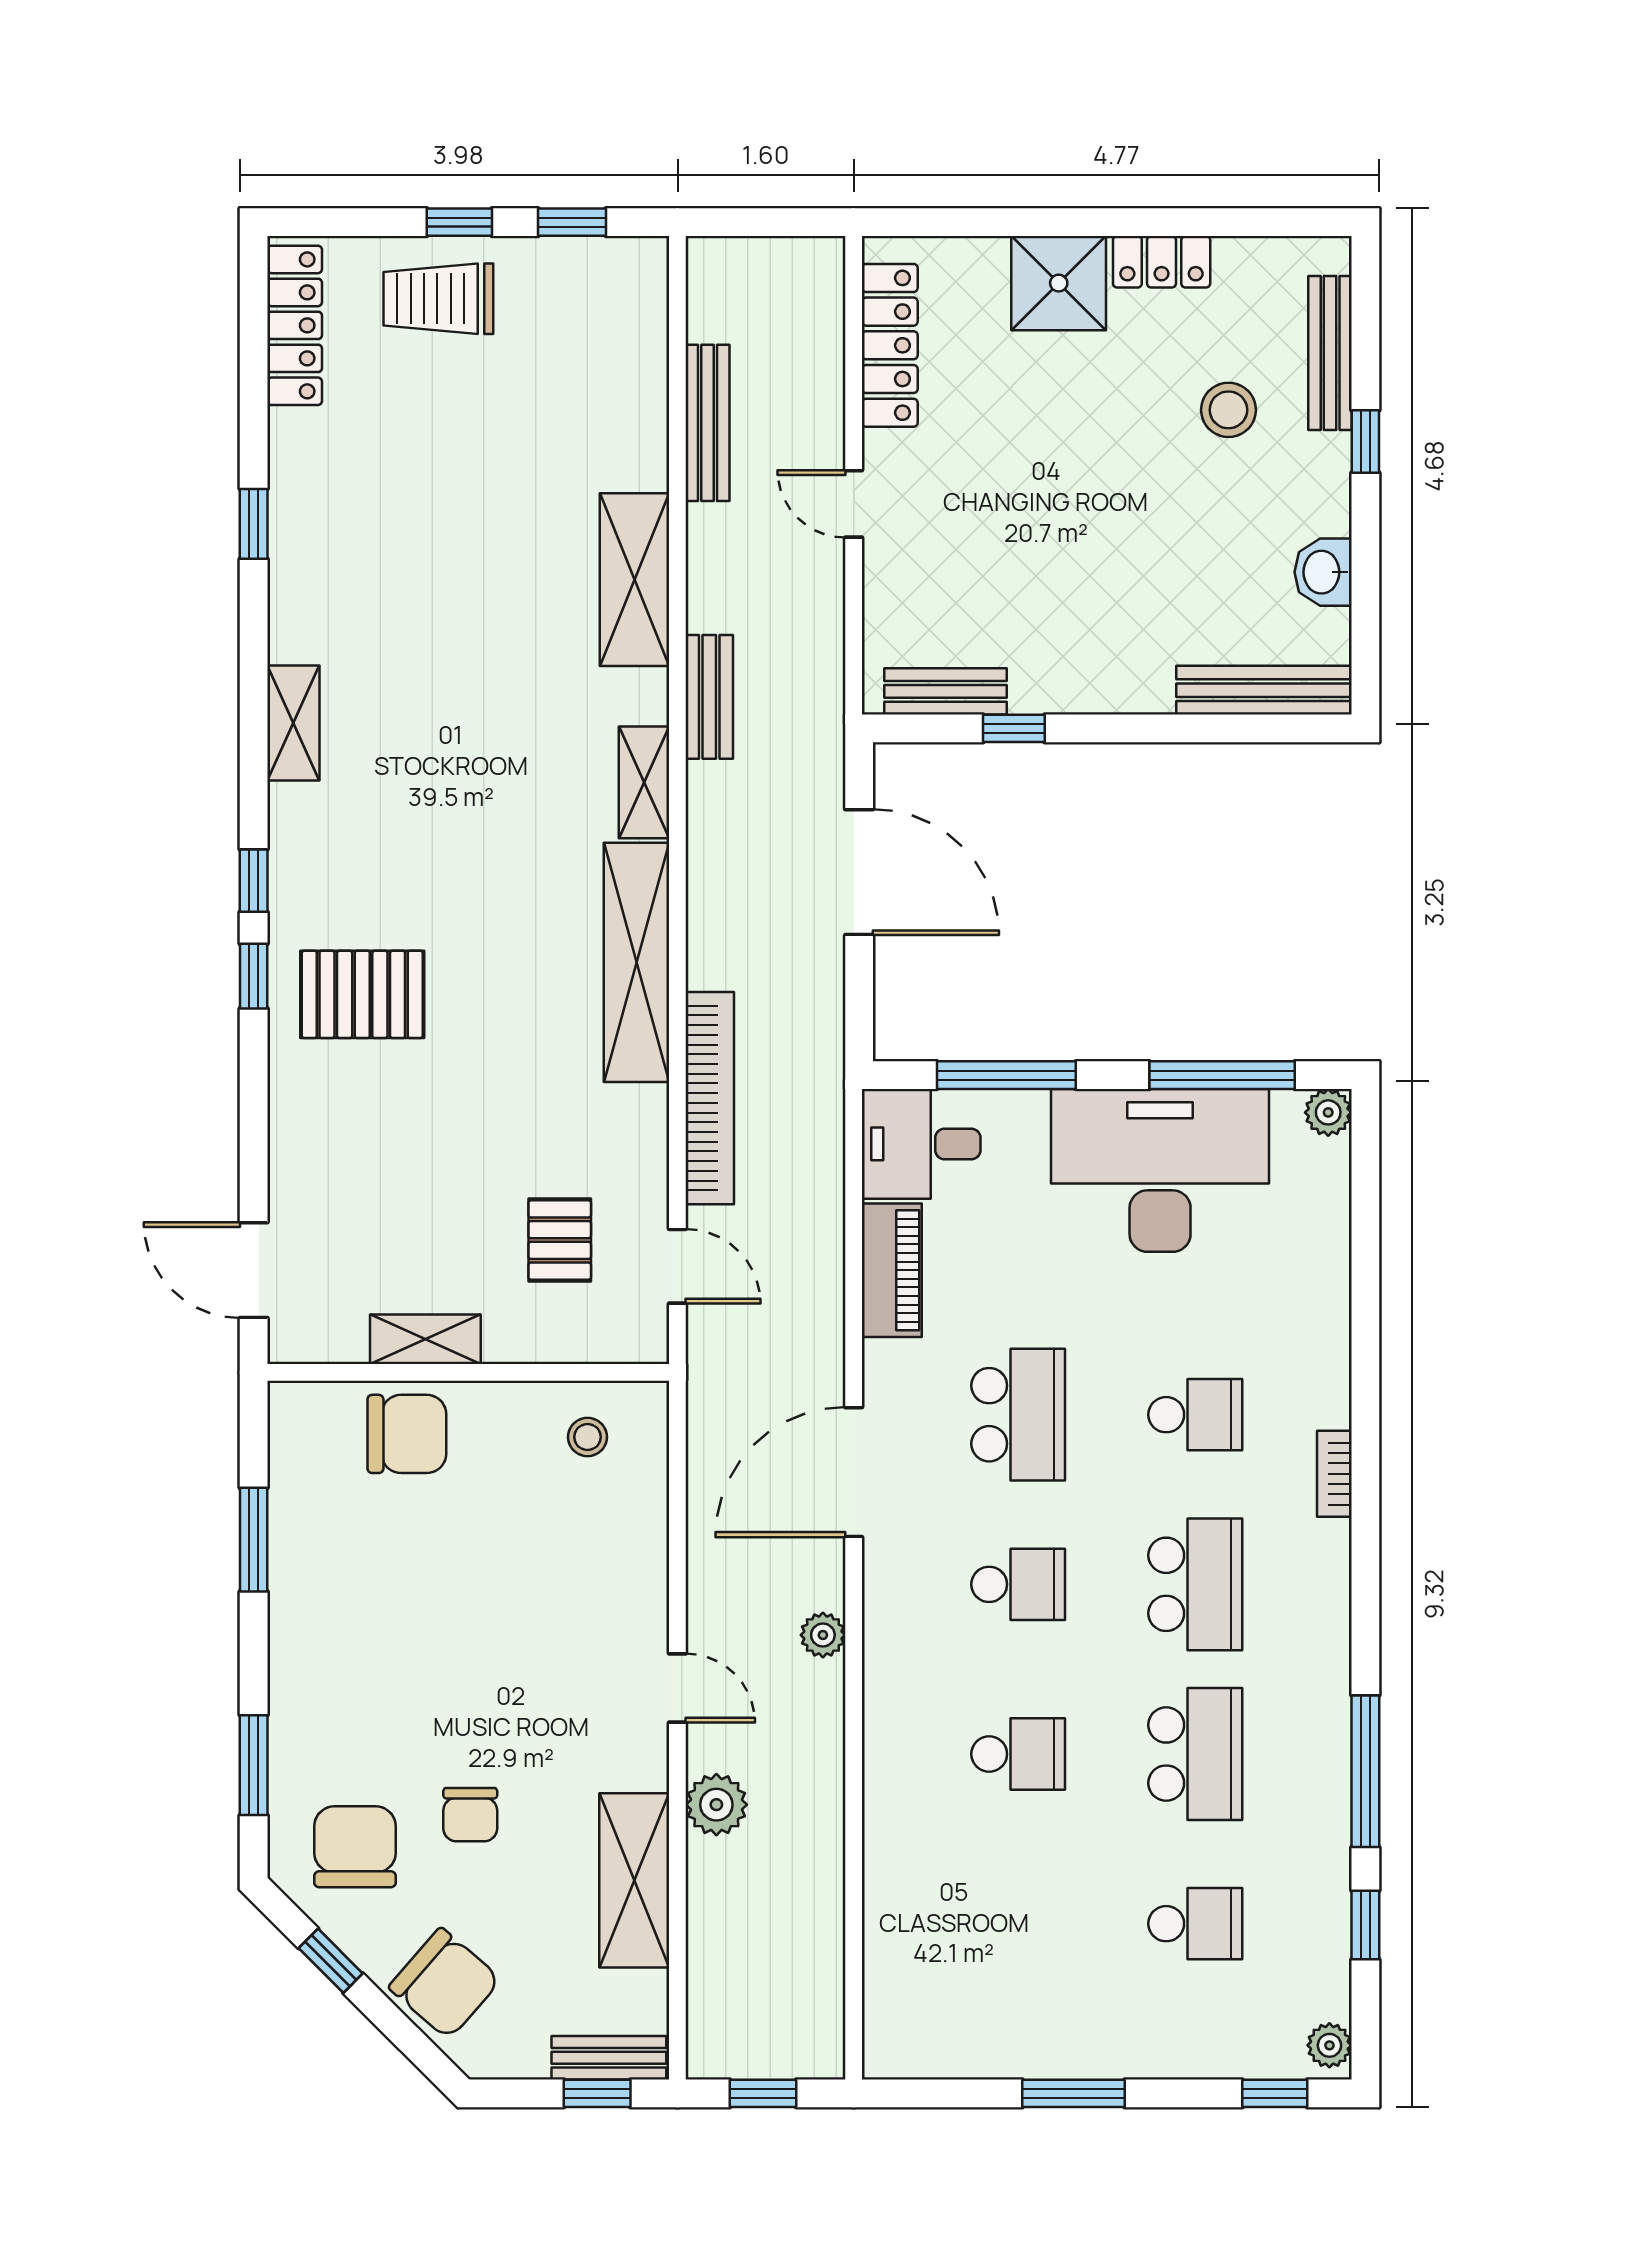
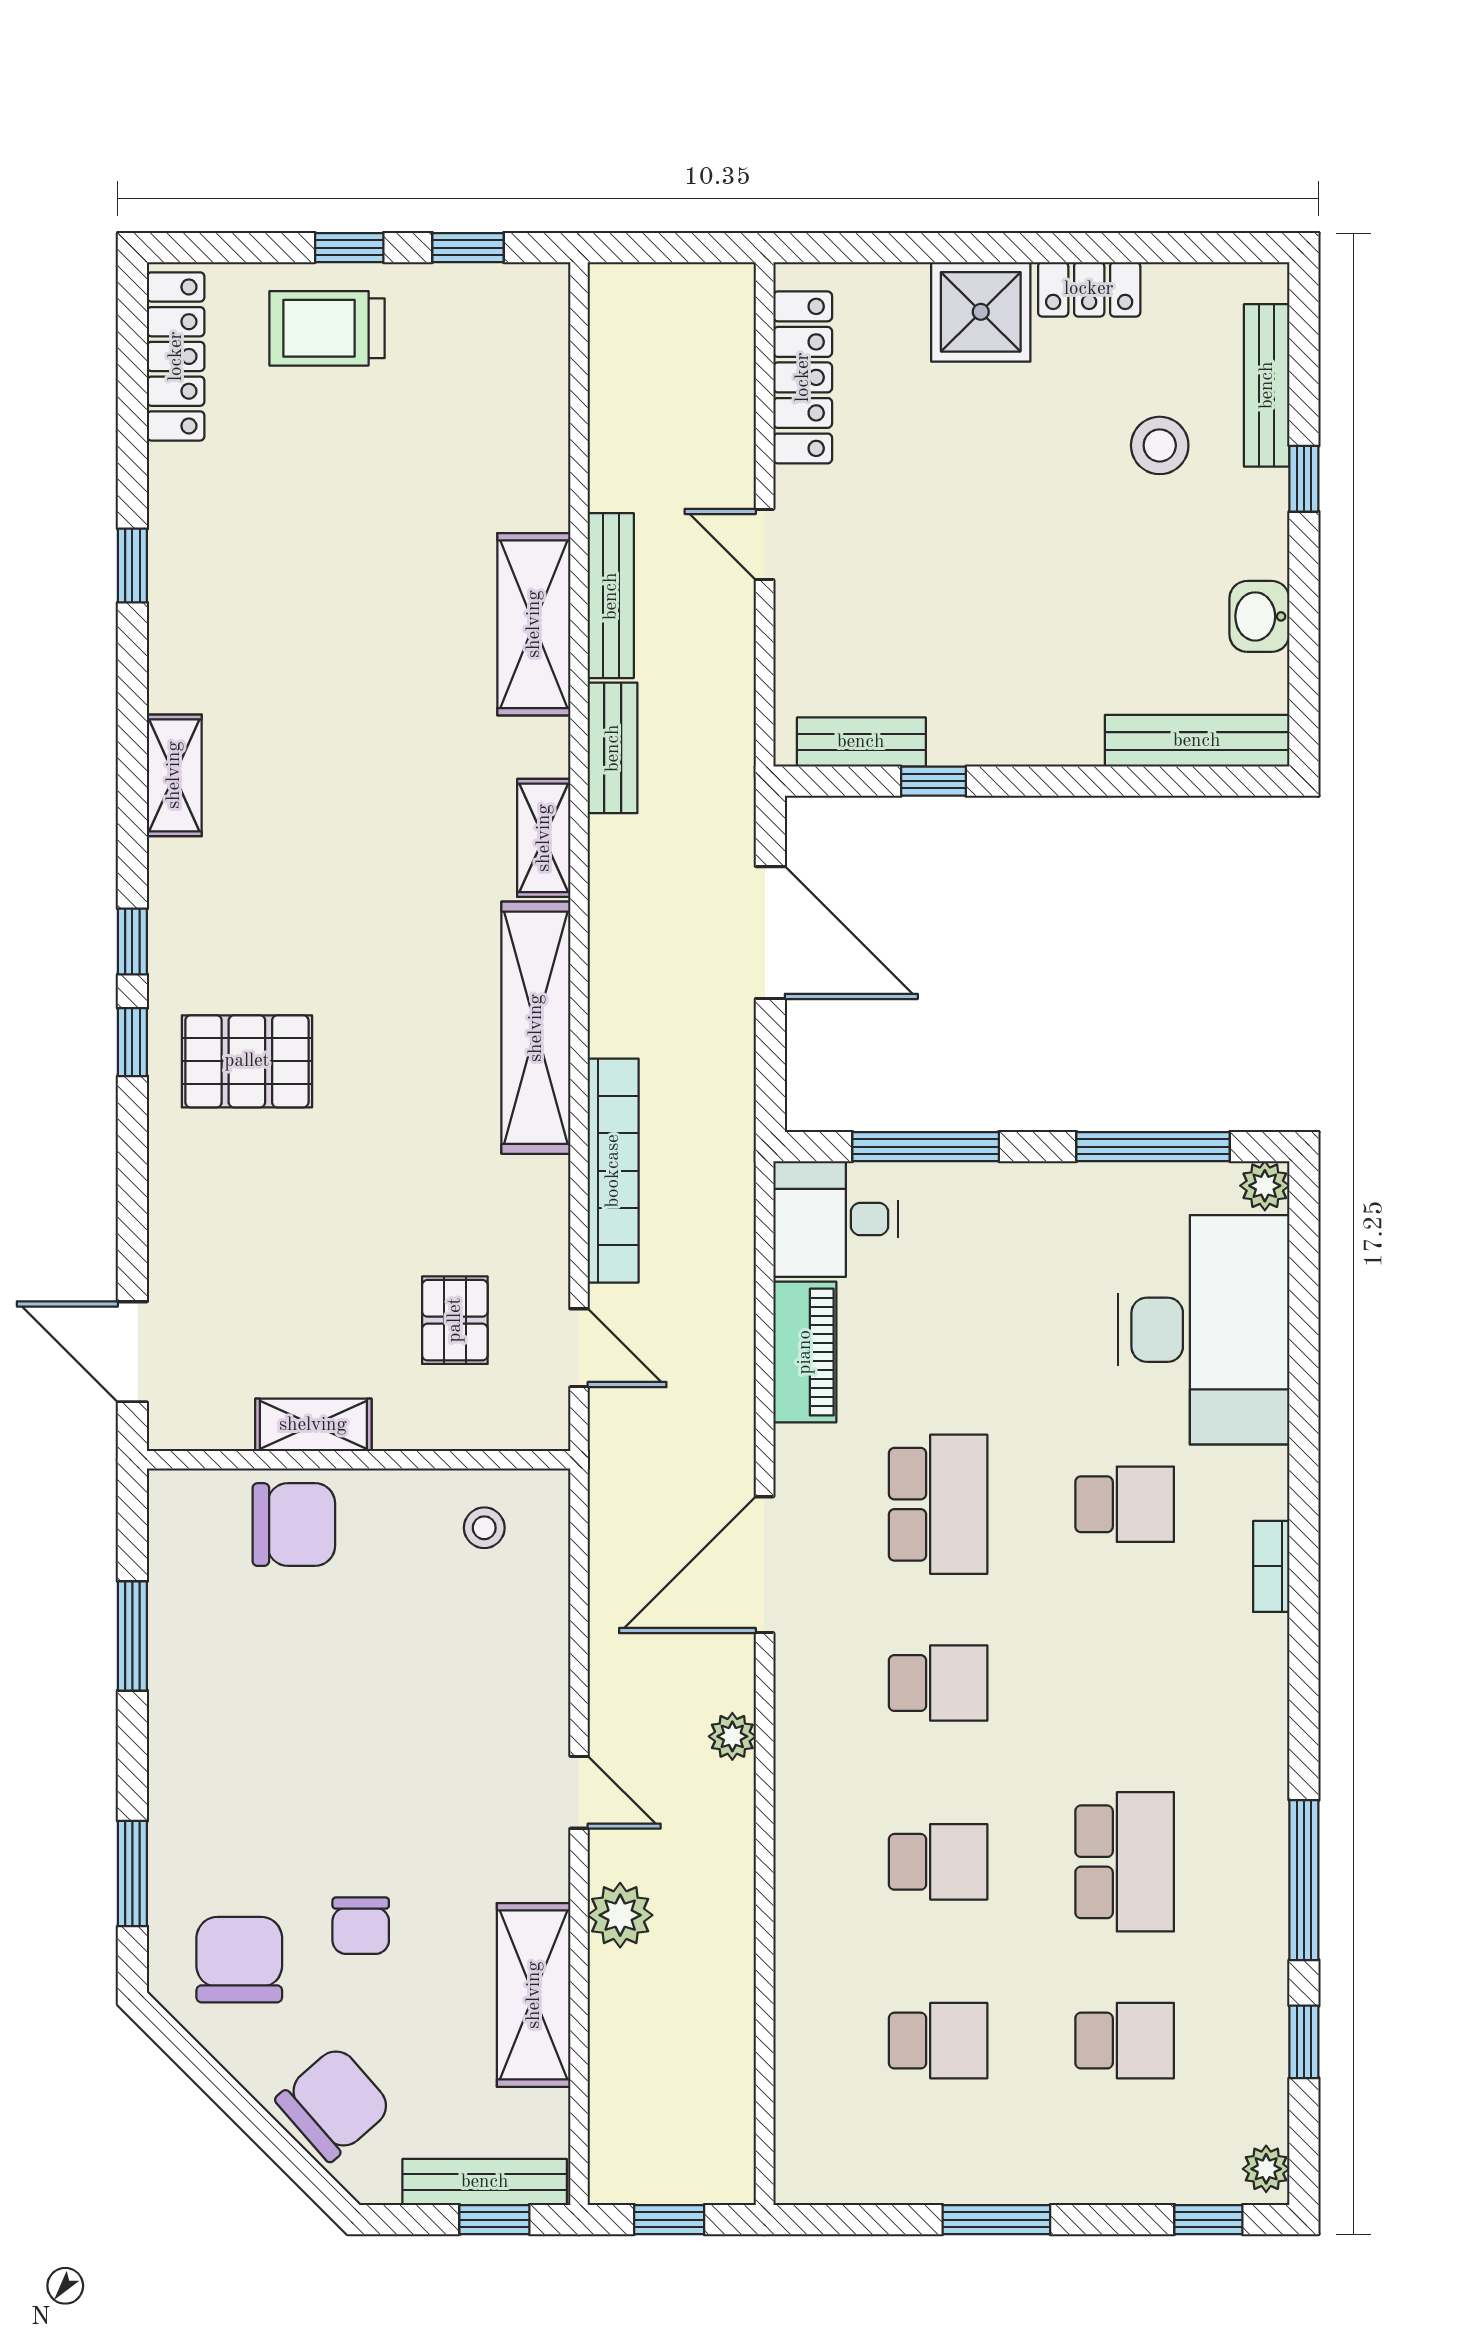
bench: (708, 423) -> (611, 596), moved
desk: (1160, 1170) -> (1204, 1330), moved, turned 90
school desk: (1195, 1584) -> (938, 2041), moved, width x0.54
window: (331, 1961) -> (214, 2080), removed
chair: (445, 1983) -> (334, 2104), turned -82
bench: (609, 2058) -> (485, 2182), width x1.36

